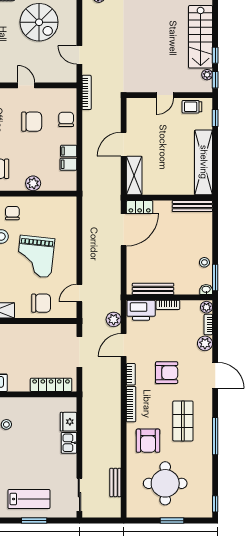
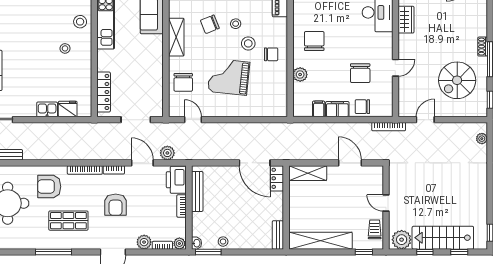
plant: (207, 75) -> (402, 240), width x1.87, depth x1.87
window: (215, 80) -> (459, 252), moved
chair: (66, 119) -> (362, 107), turned 180
door: (124, 144) -> (350, 163), moved
filing cabinet: (69, 151) -> (337, 109), width x2.00
bench: (192, 206) -> (278, 235), width x0.73

